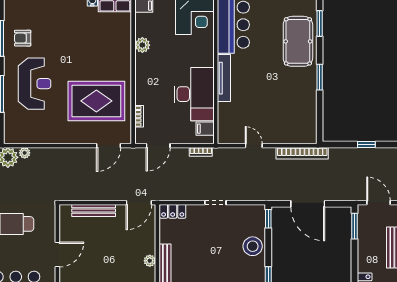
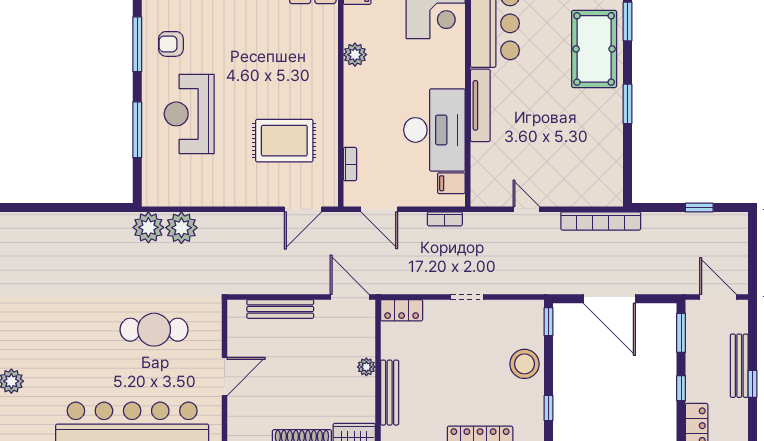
reception desk: (34, 84) -> (189, 114), turned 180
rug: (96, 101) -> (284, 141), width x0.73, depth x0.69
door: (158, 146) -> (379, 209), hinge flipped
plant: (25, 153) -> (181, 228), width x1.88, depth x1.88
door: (139, 203) -> (350, 297), swing flipped
plant: (150, 261) -> (366, 367), moved
window: (354, 262) -> (681, 388), added

